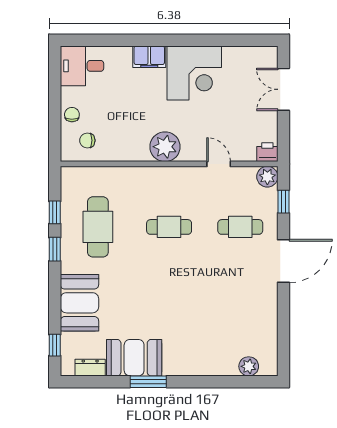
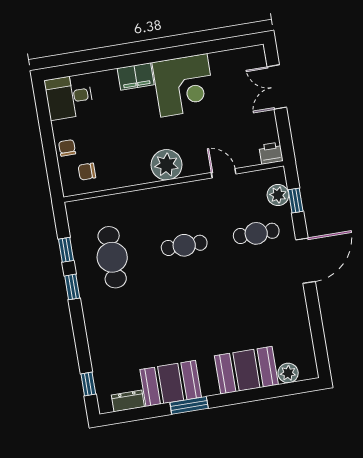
plant: (267, 177) -> (278, 195), moved
booth: (79, 303) -> (246, 370), moved, turned 90

